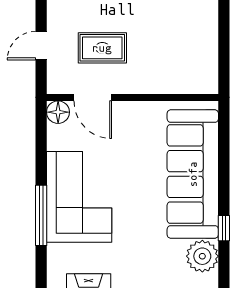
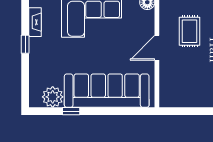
door: (93, 97) -> (157, 48), moved

